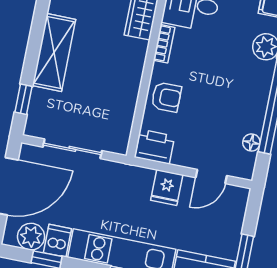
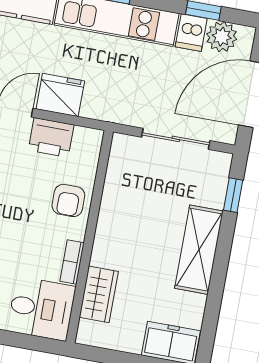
armchair: (166, 97) -> (68, 200), turned -90
printer: (155, 147) -> (51, 138), moved
fridge: (167, 188) -> (60, 95), width x1.38

